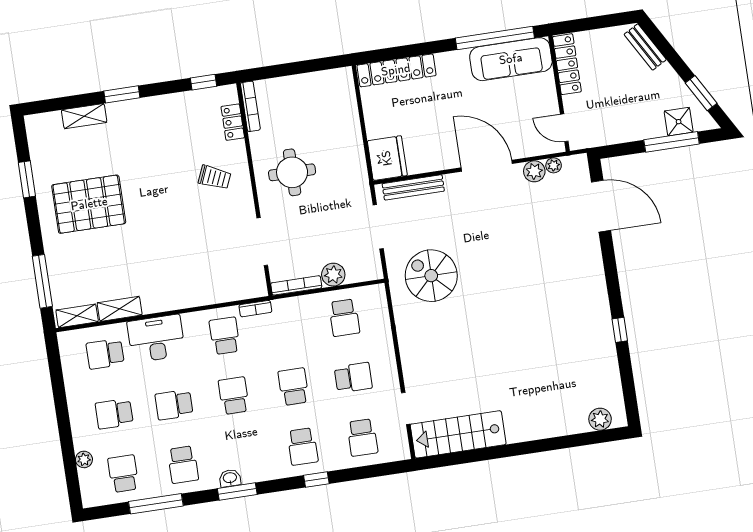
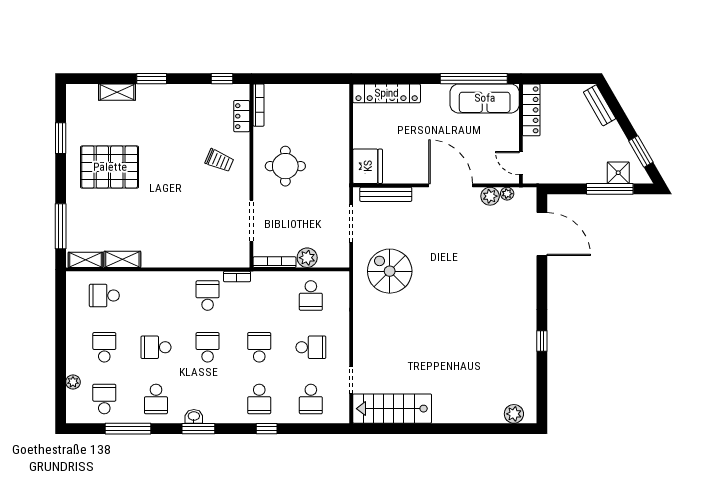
desk: (156, 339) -> (149, 289), removed
school desk: (114, 414) -> (104, 347), turned 90

